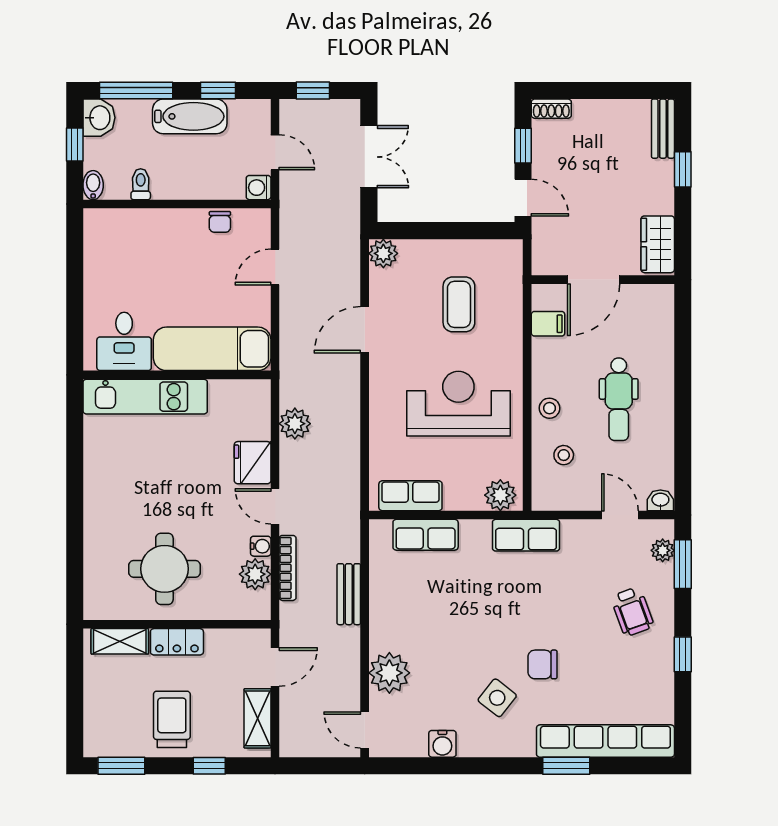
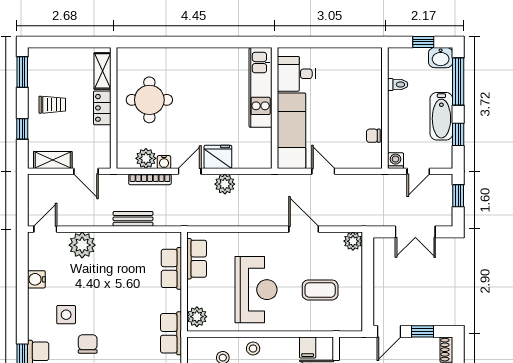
bidet: (93, 185) -> (397, 54), removed
door: (275, 267) -> (323, 171), moved
plant: (295, 424) -> (225, 184), moved
side table: (497, 698) -> (66, 315), turned -38
trolley: (172, 719) -> (52, 105), width x0.73, depth x0.72

